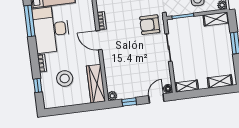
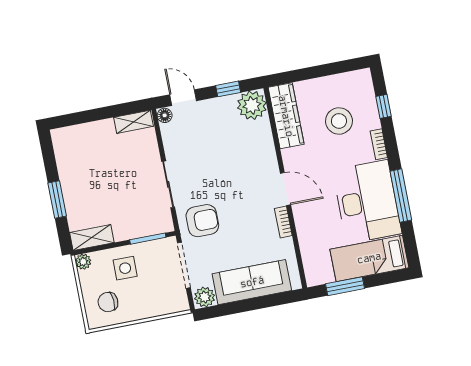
window: (30, 21) -> (401, 196), moved
shelving: (220, 81) -> (78, 133), removed
plant: (112, 96) -> (252, 105), width x1.88, depth x1.88
door: (156, 98) -> (183, 98), swing flipped

